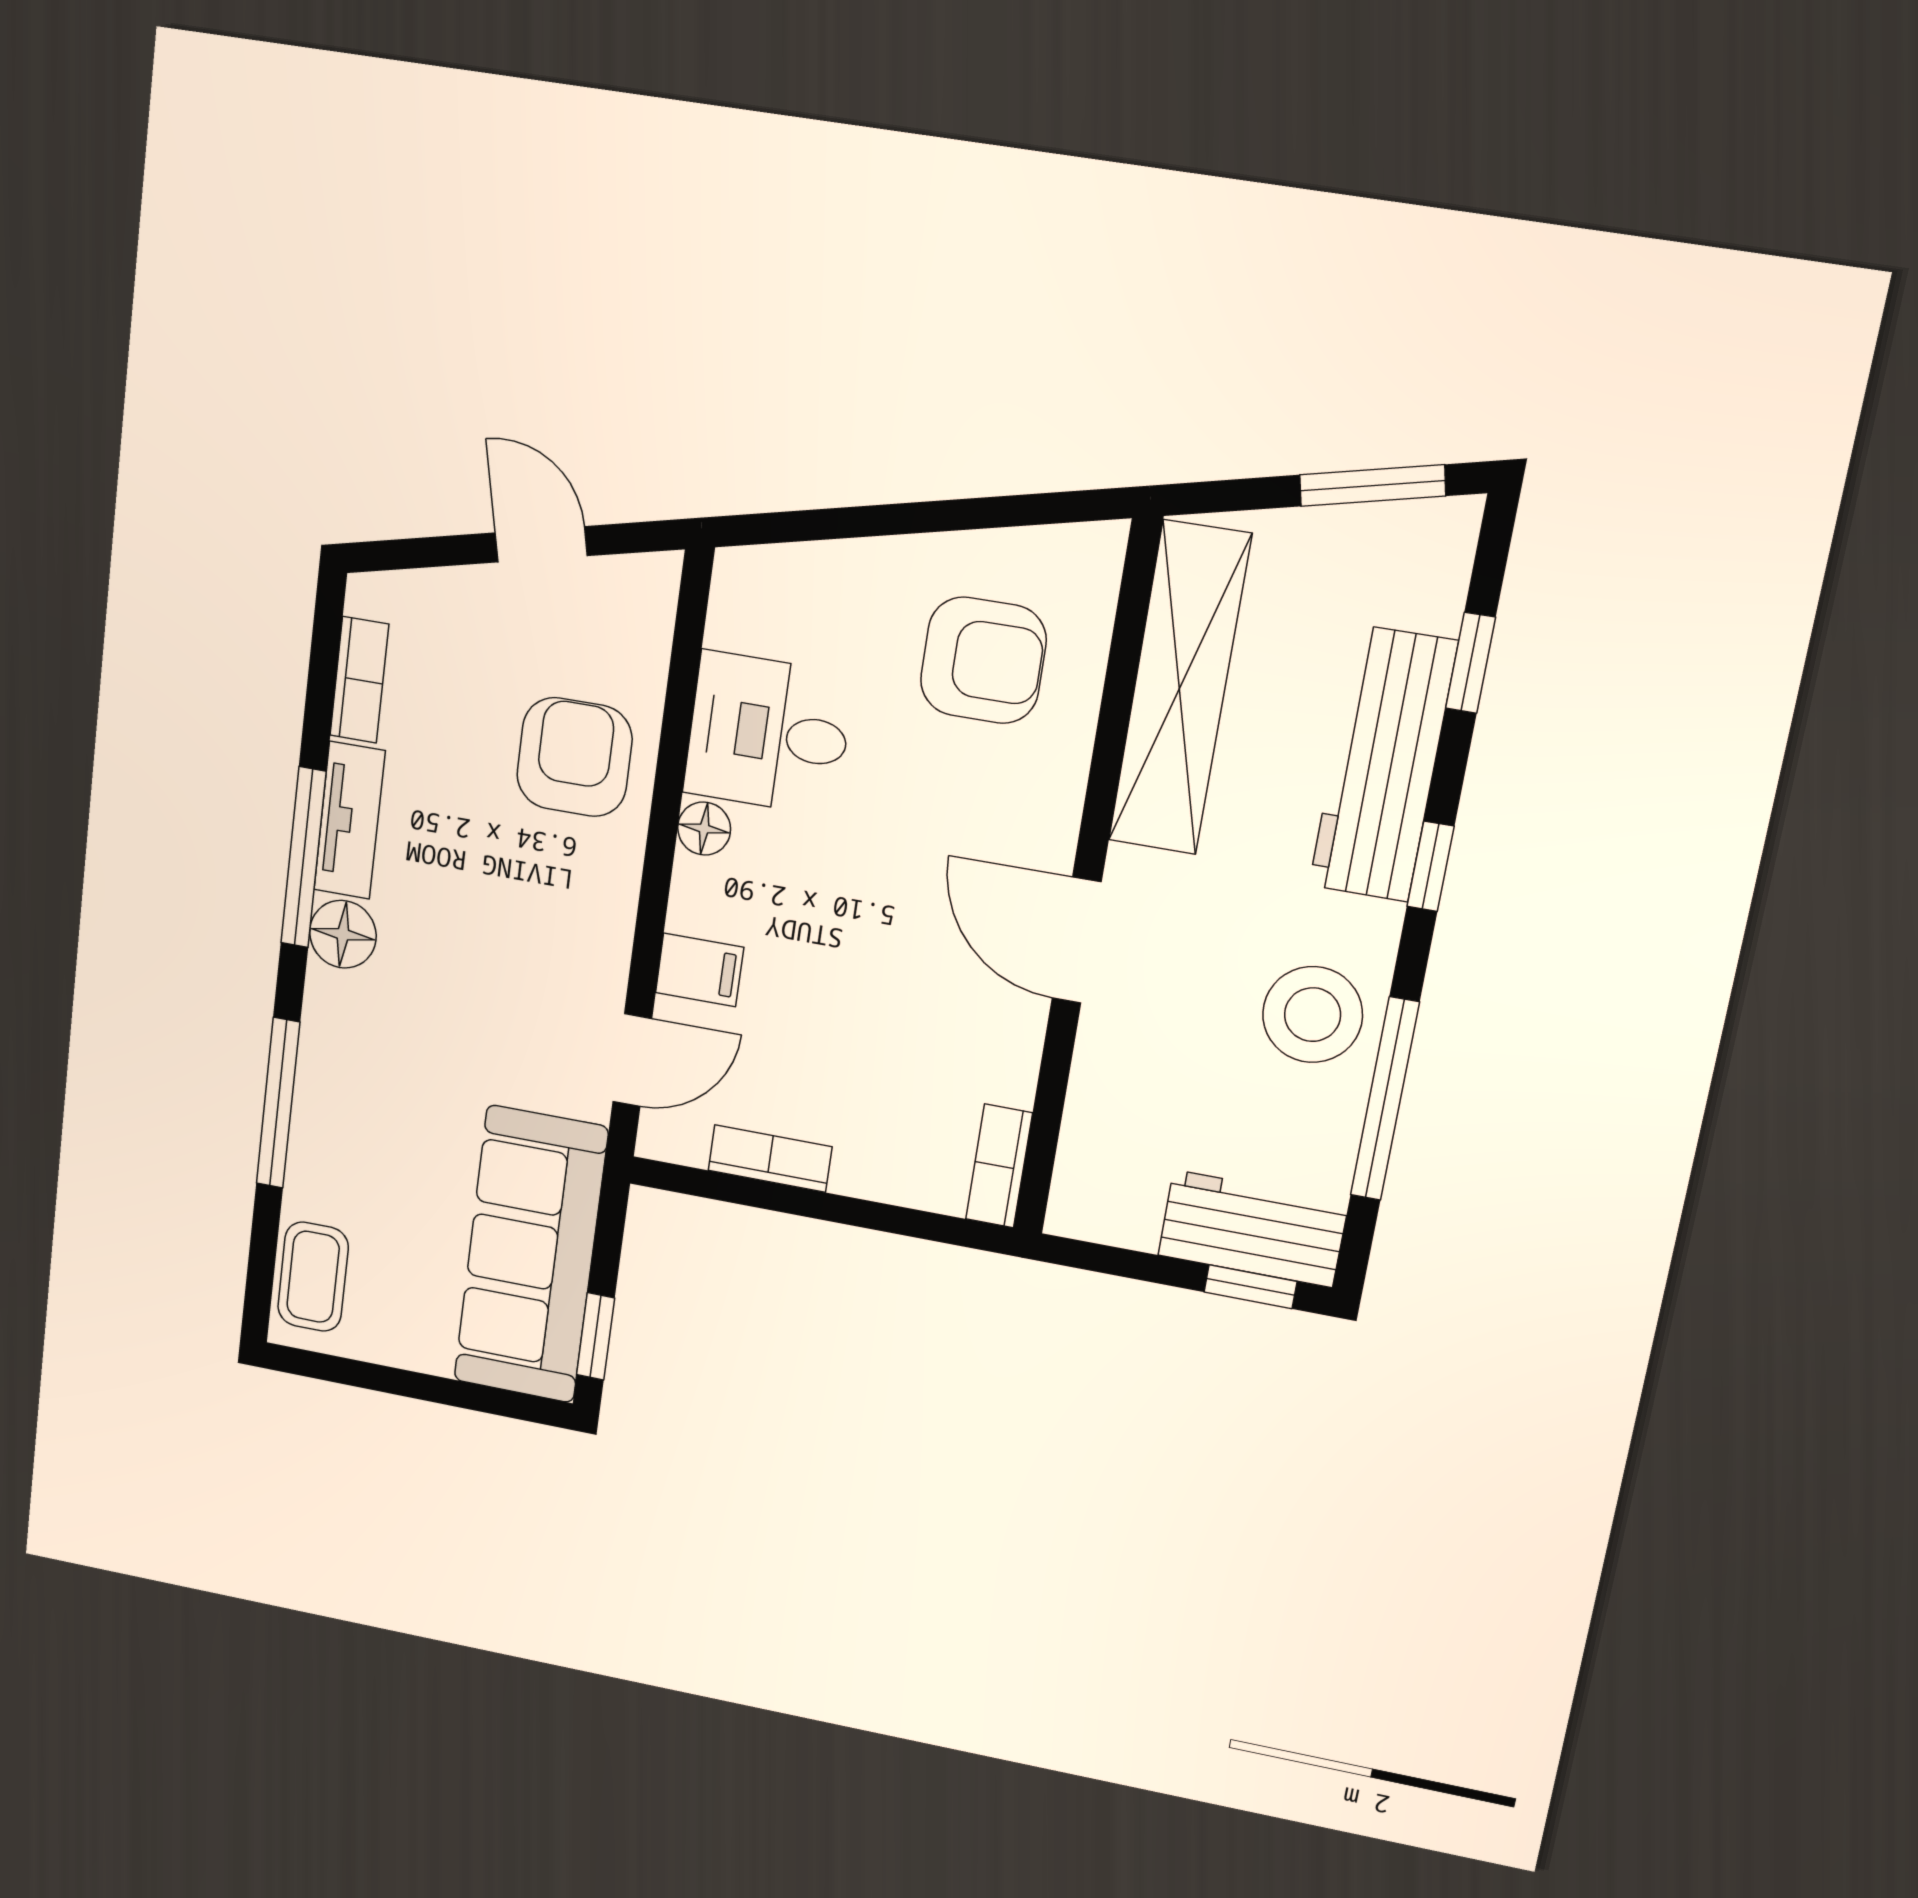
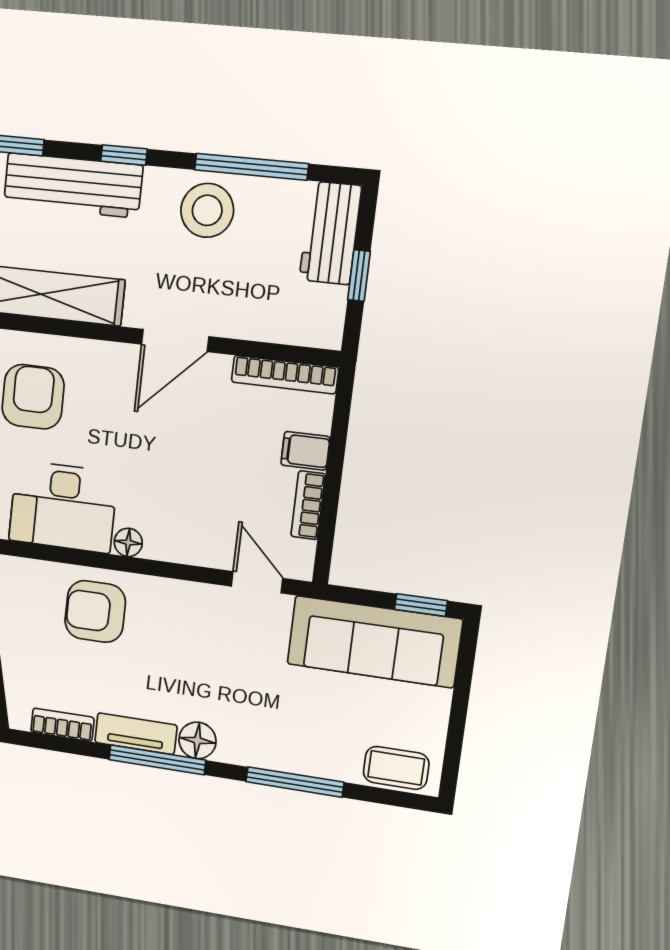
desk: (768, 734) -> (63, 507), width x1.37
filing cabinet: (699, 970) -> (305, 451), moved, turned -90
bookcase: (999, 1166) -> (285, 375), width x1.56
window: (1250, 1287) -> (359, 276), moved

